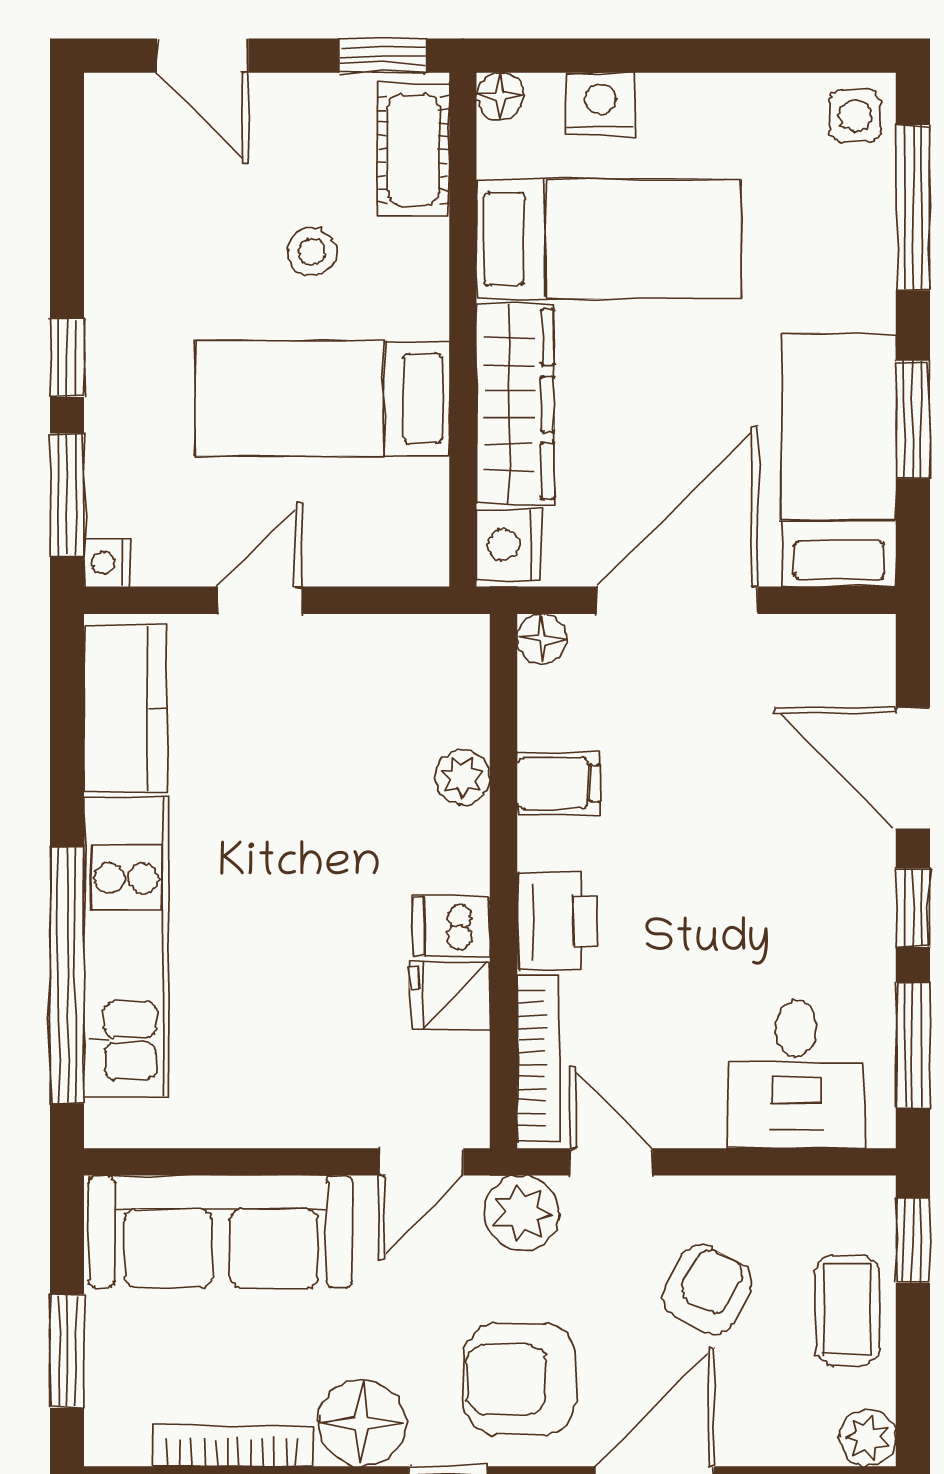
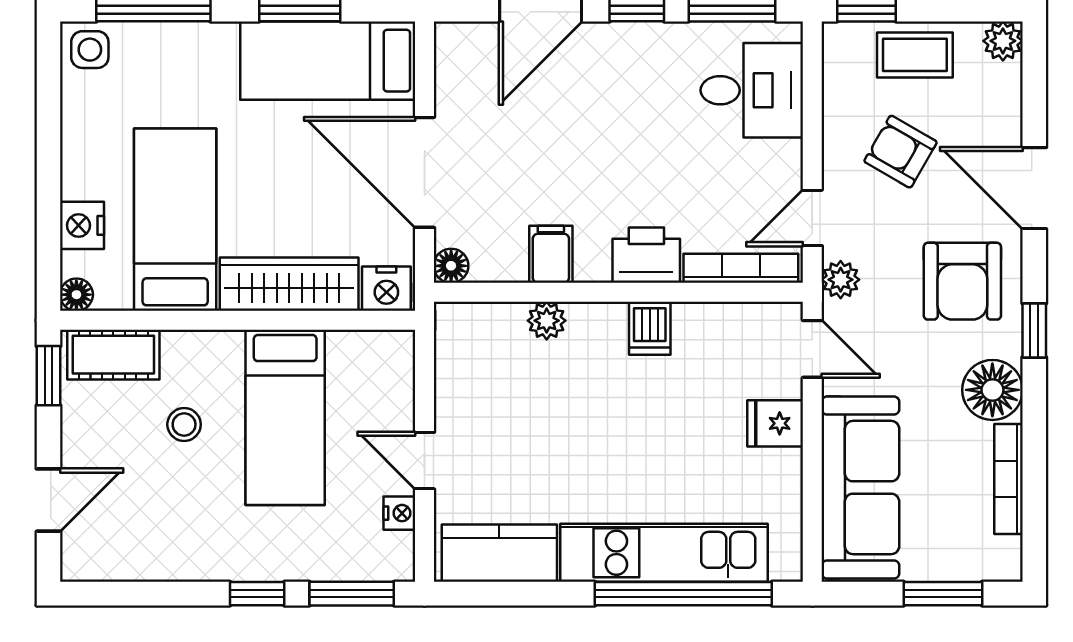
nightstand: (107, 563) -> (399, 513), moved, turned -90
fridge: (450, 995) -> (775, 423), moved, turned 90
plant: (522, 1213) -> (841, 280), width x0.73, depth x0.73

